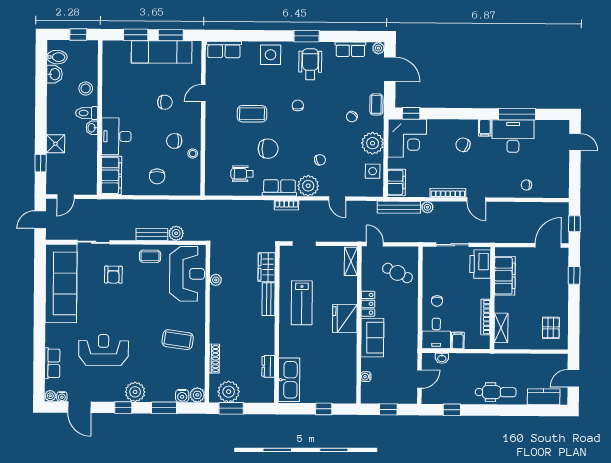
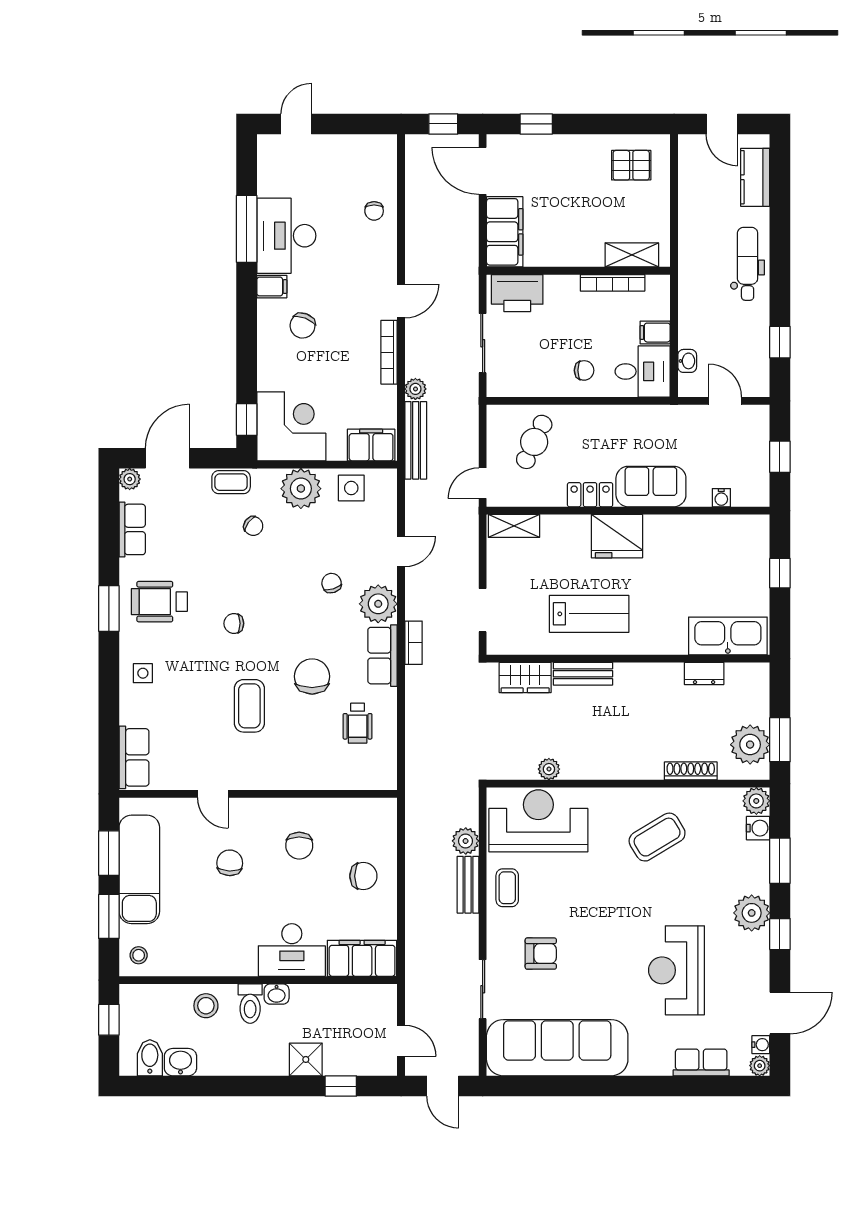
side table: (271, 55) -> (143, 673), width x0.54, depth x0.54
stool: (193, 153) -> (139, 955), moved
filing cabinet: (505, 276) -> (505, 232), moved, turned 90
coffee table: (178, 340) -> (657, 837), turned 51

